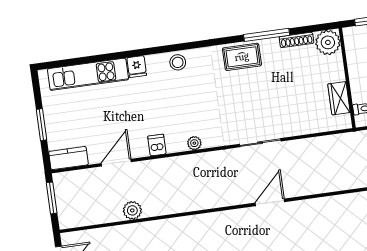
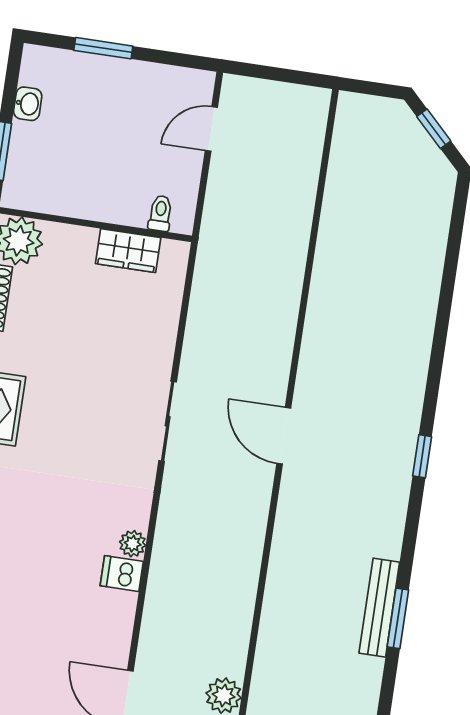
dishwasher: (157, 145) -> (122, 574), moved

